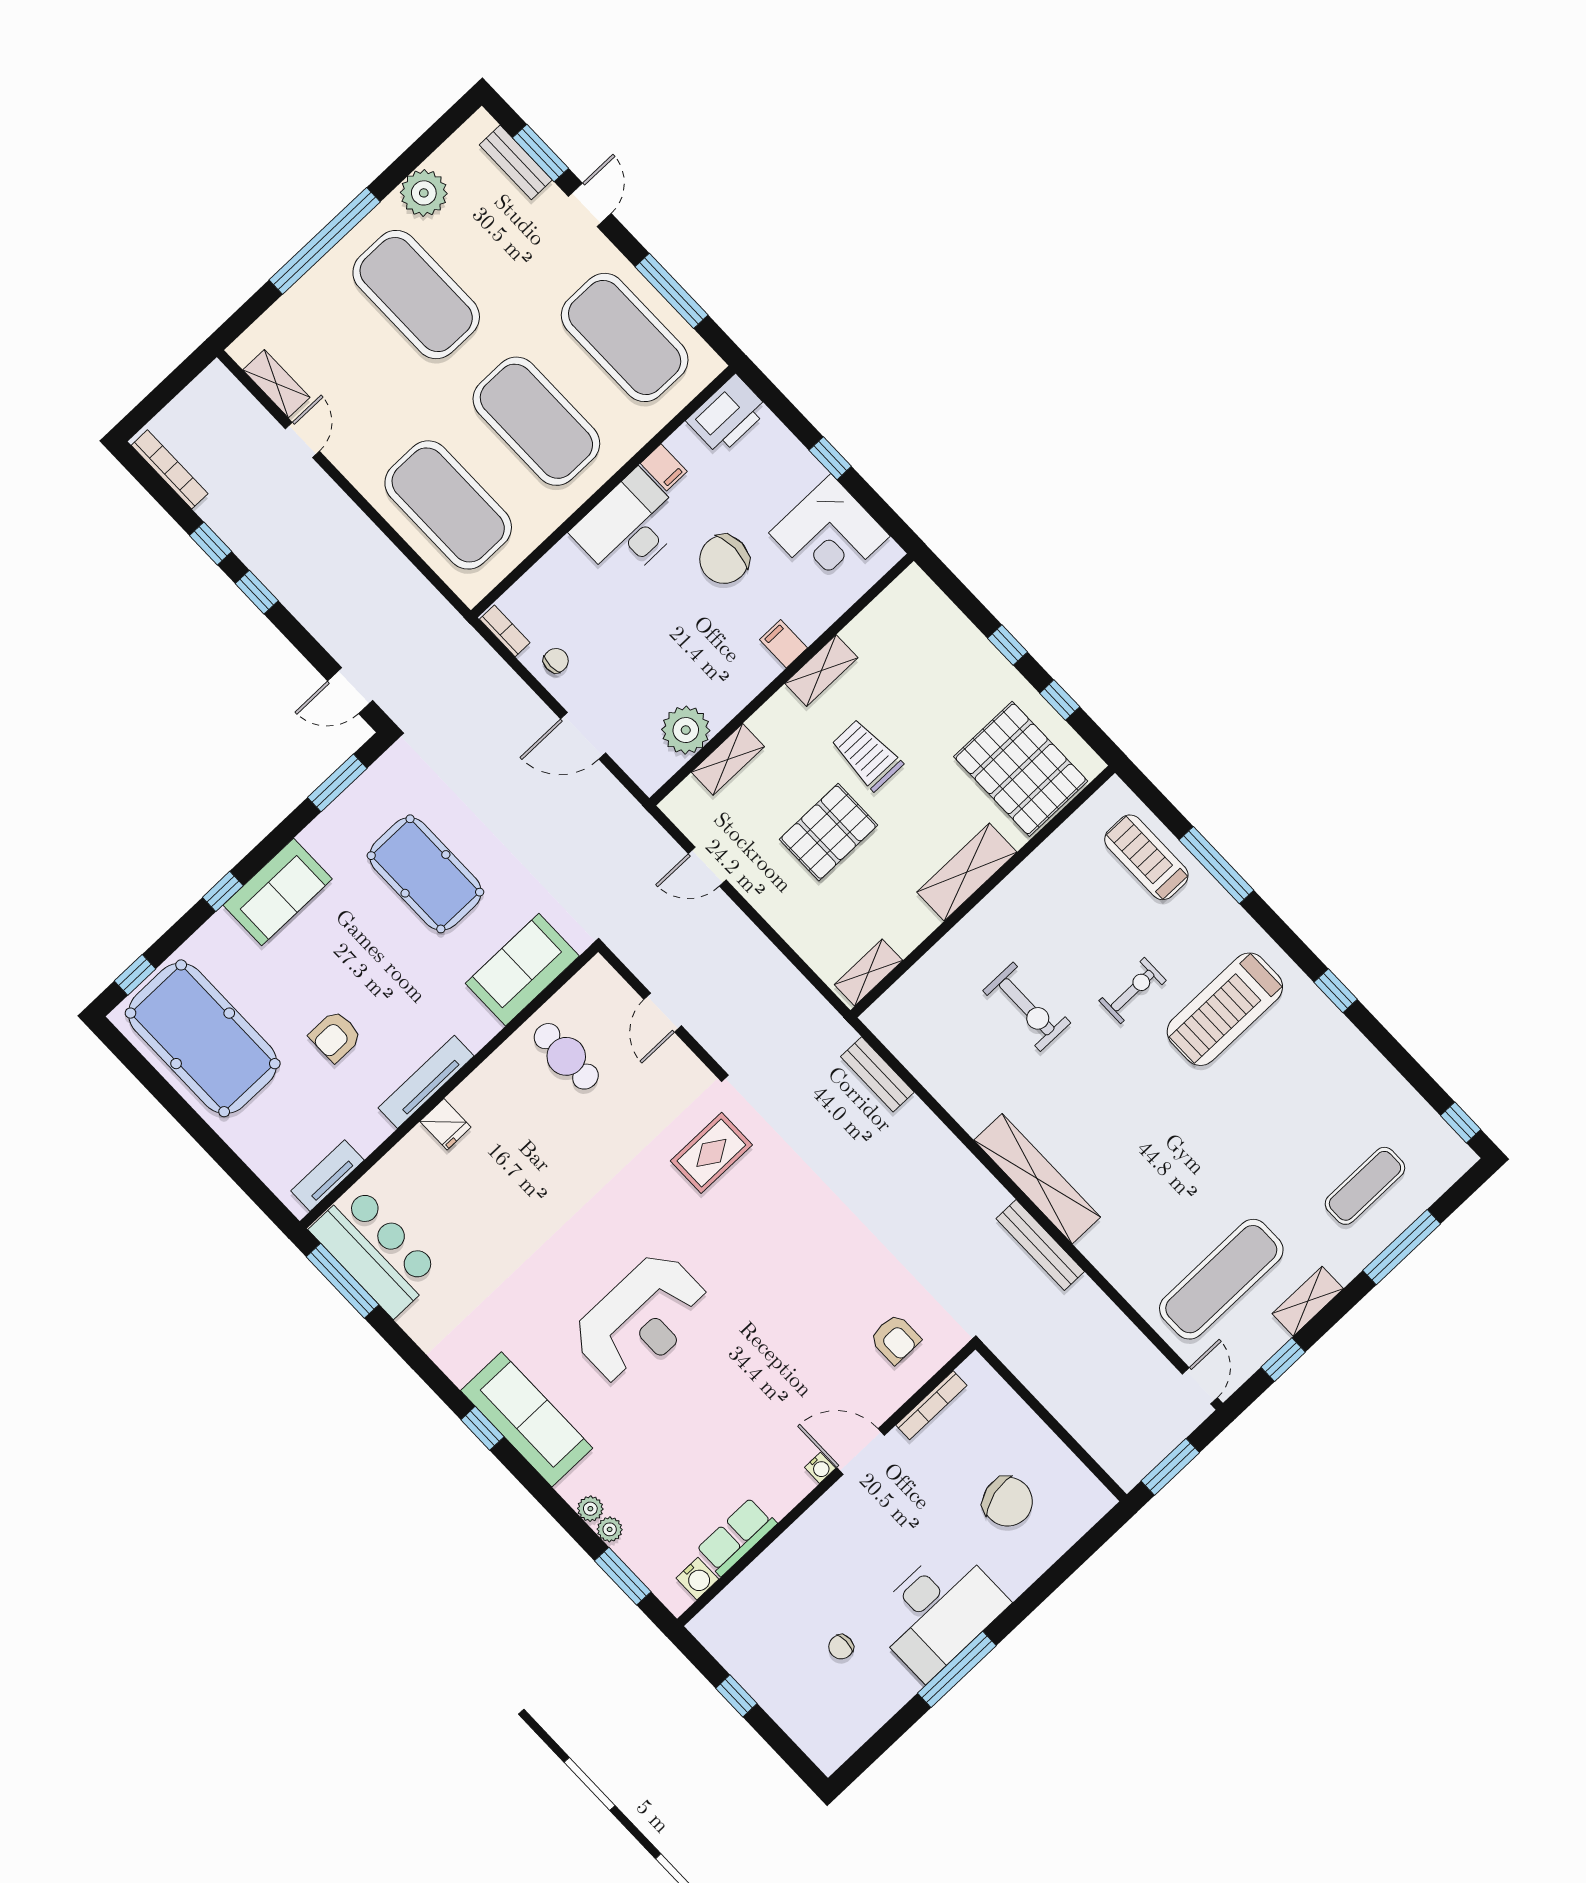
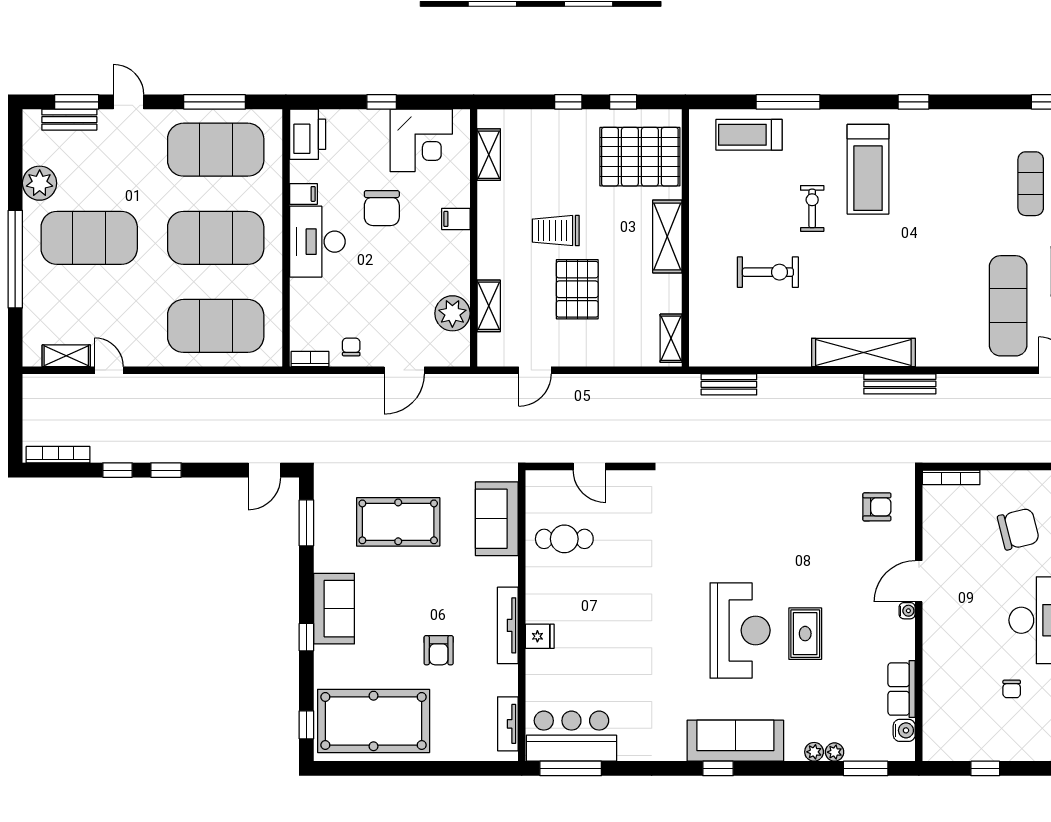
shelving: (821, 671) -> (489, 155), moved
rug: (711, 1153) -> (805, 634), moved
bookcase: (931, 1405) -> (951, 477), moved, turned 90

